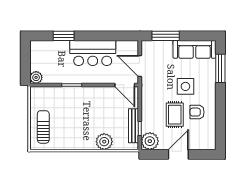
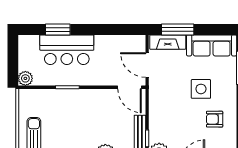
fireplace: (157, 47) -> (168, 42), added
bar counter: (93, 53) -> (67, 50), moved
rug: (175, 115) -> (188, 122), removed

